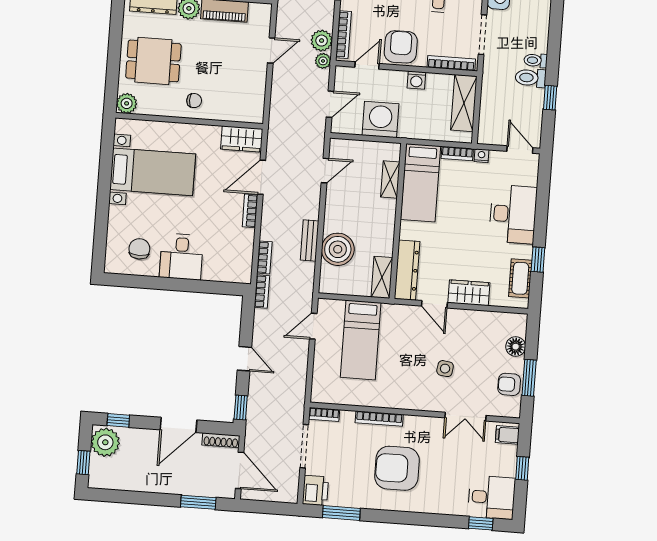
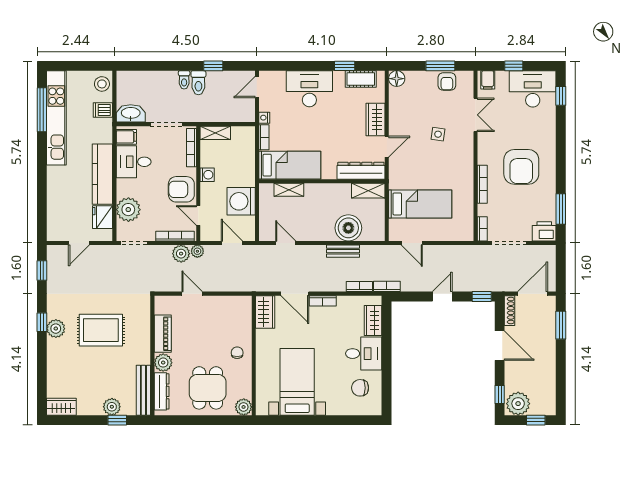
shelving: (464, 103) -> (215, 133), width x0.67, depth x0.75
wardrobe: (221, 271) -> (373, 320), added
floor lamp: (516, 347) -> (397, 79), moved
desk: (491, 497) -> (533, 89), width x1.37

